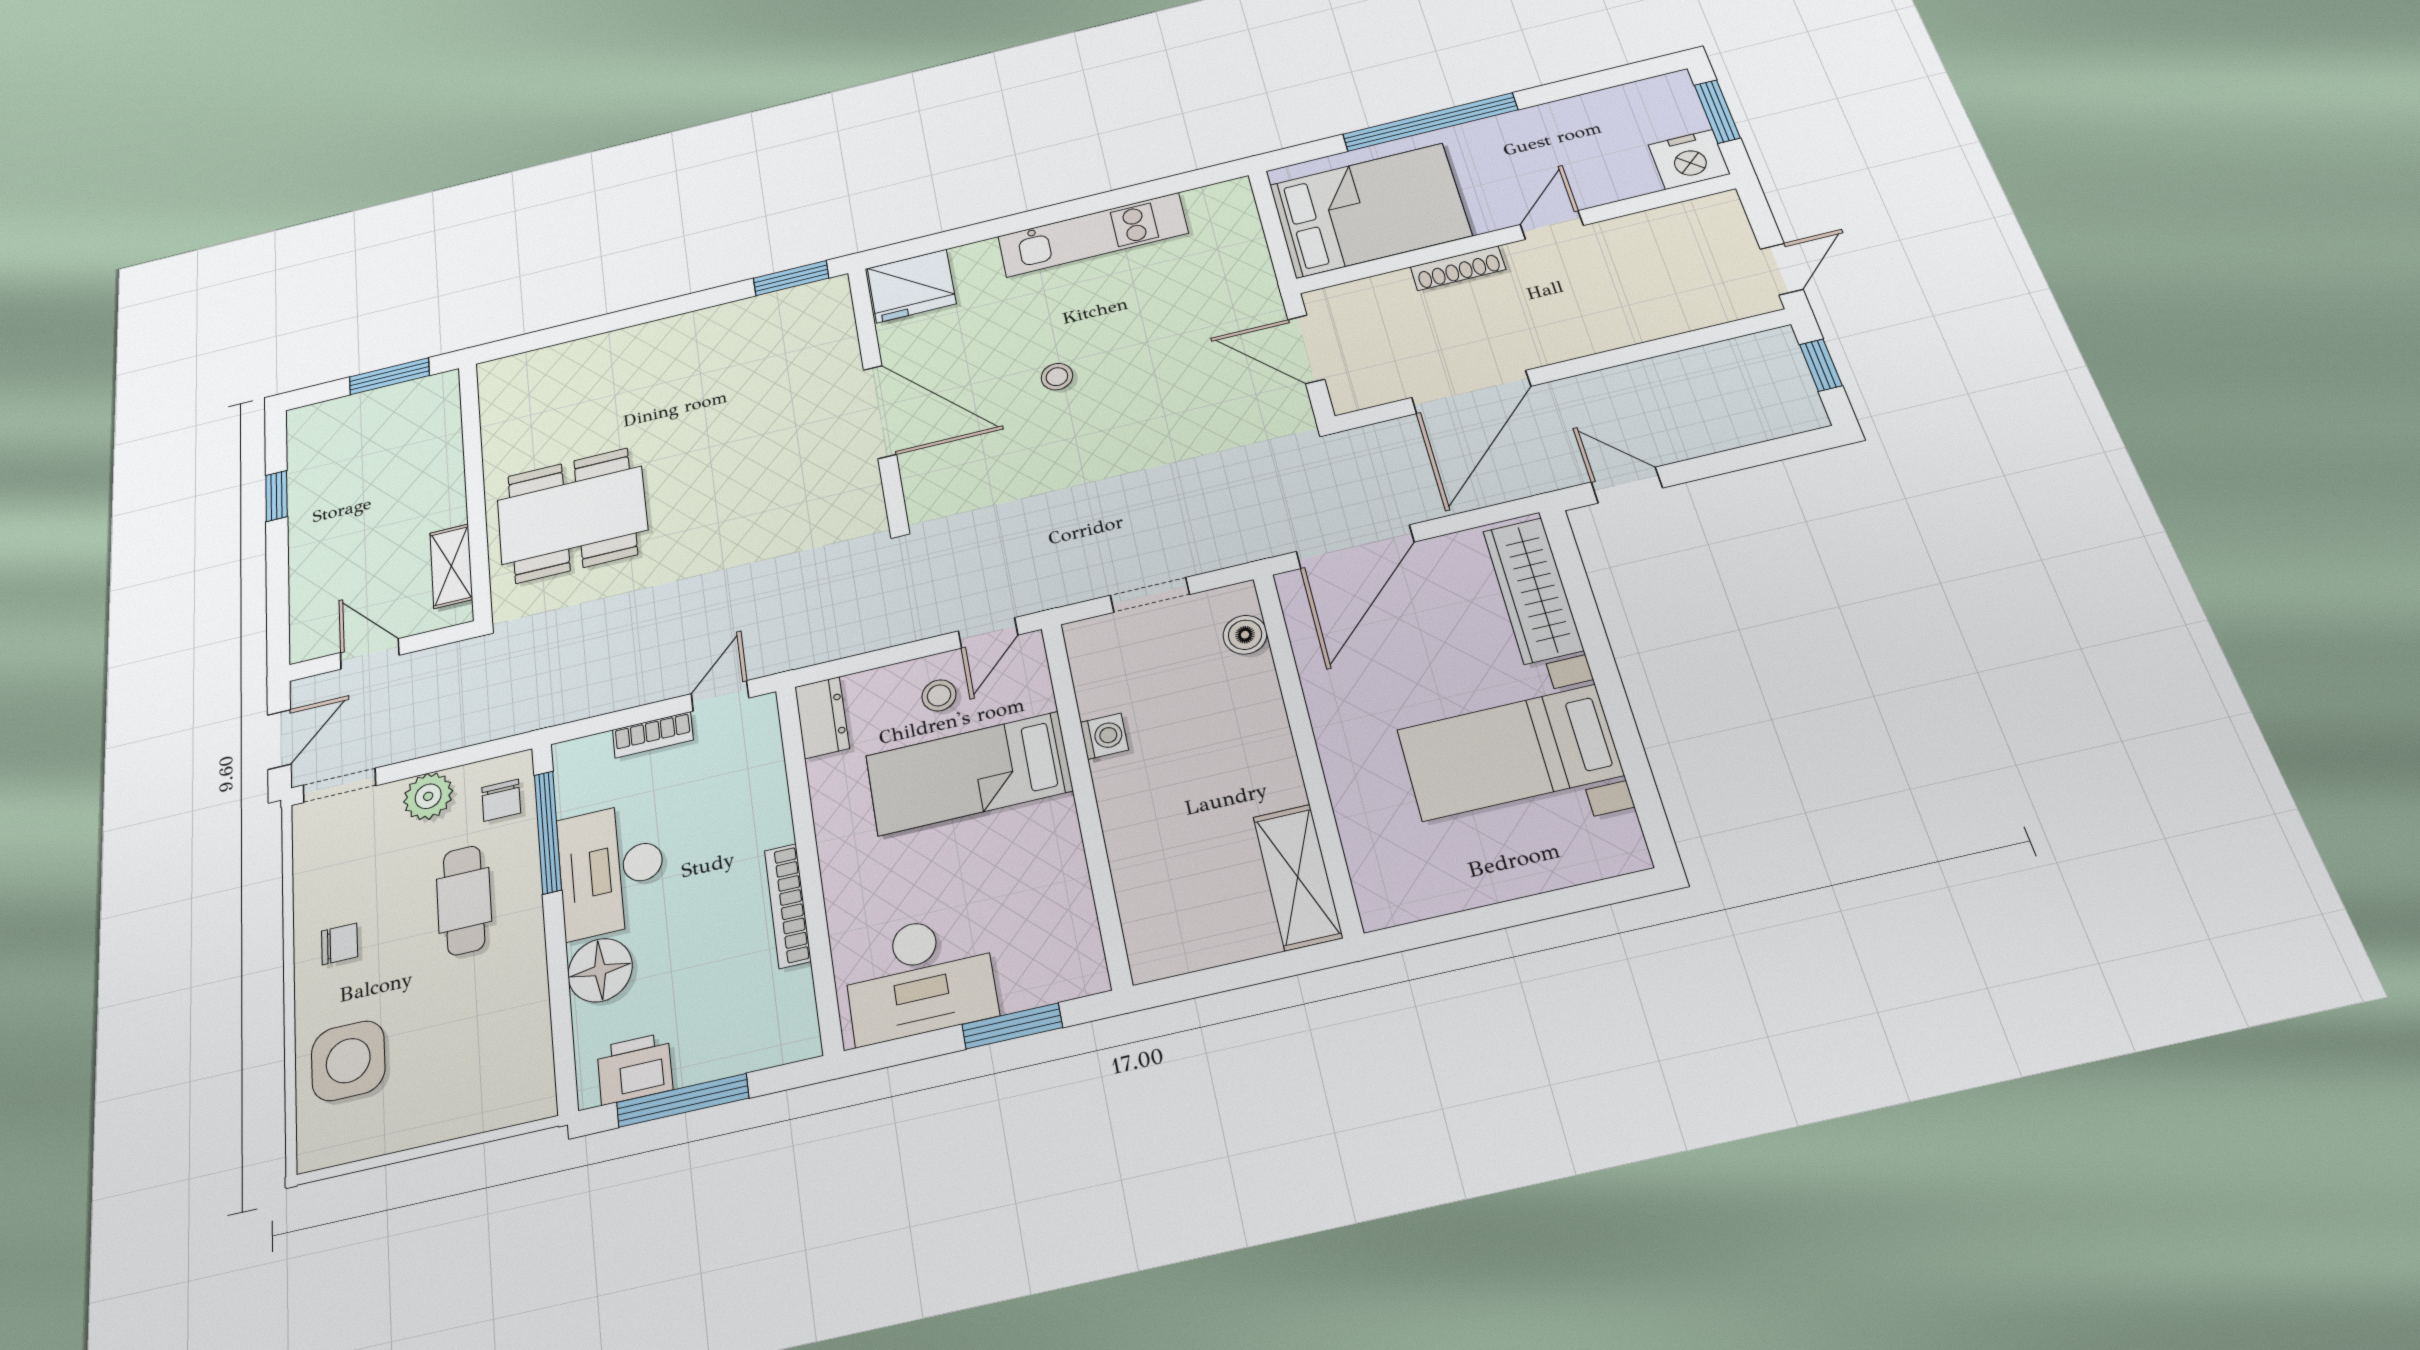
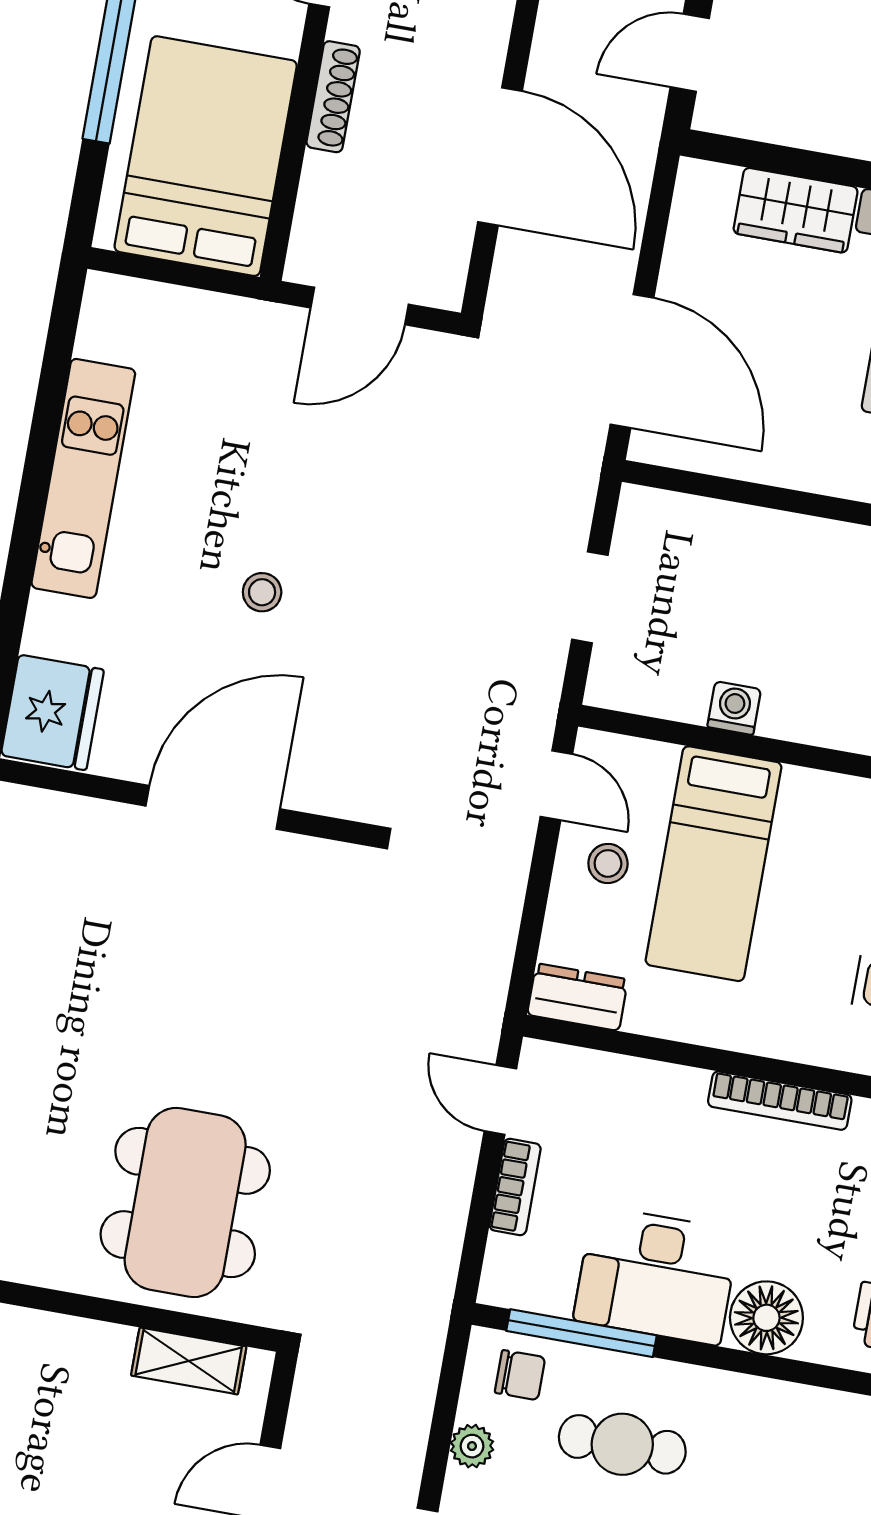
wardrobe: (1533, 590) -> (796, 210), width x0.67
boiler: (1245, 635) -> (683, 518), removed
plant: (428, 796) -> (472, 1446), width x0.73, depth x0.73

